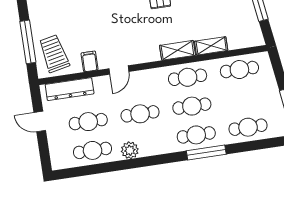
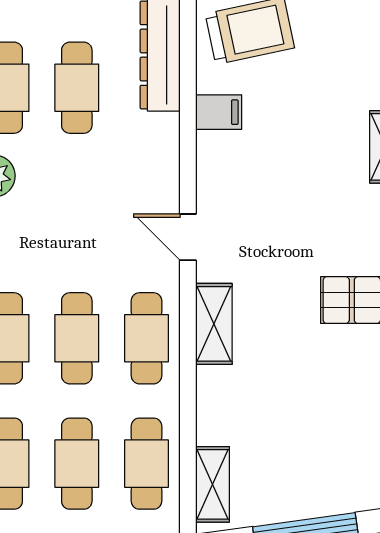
shelving: (211, 46) -> (212, 484), moved
door: (119, 70) -> (188, 237), moved
cafe table: (140, 114) -> (77, 464), moved

